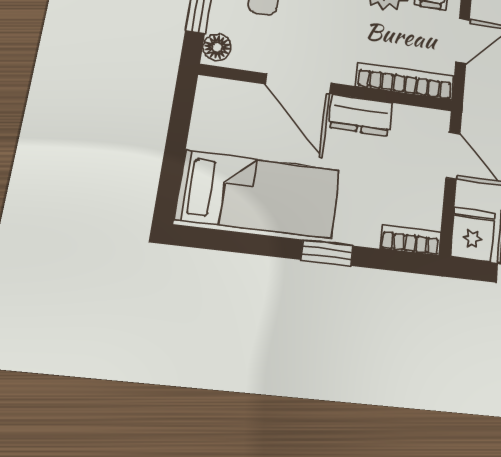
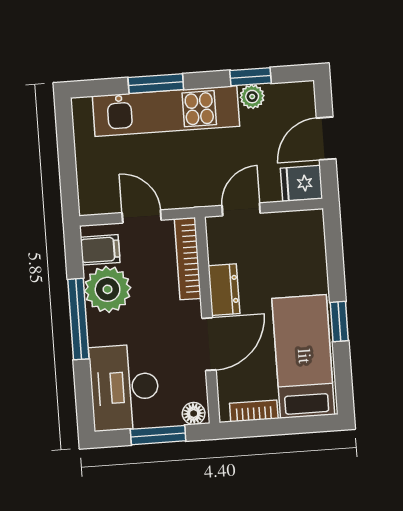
bookcase: (411, 240) -> (254, 411), moved, turned 90
window: (327, 253) -> (339, 321), moved

